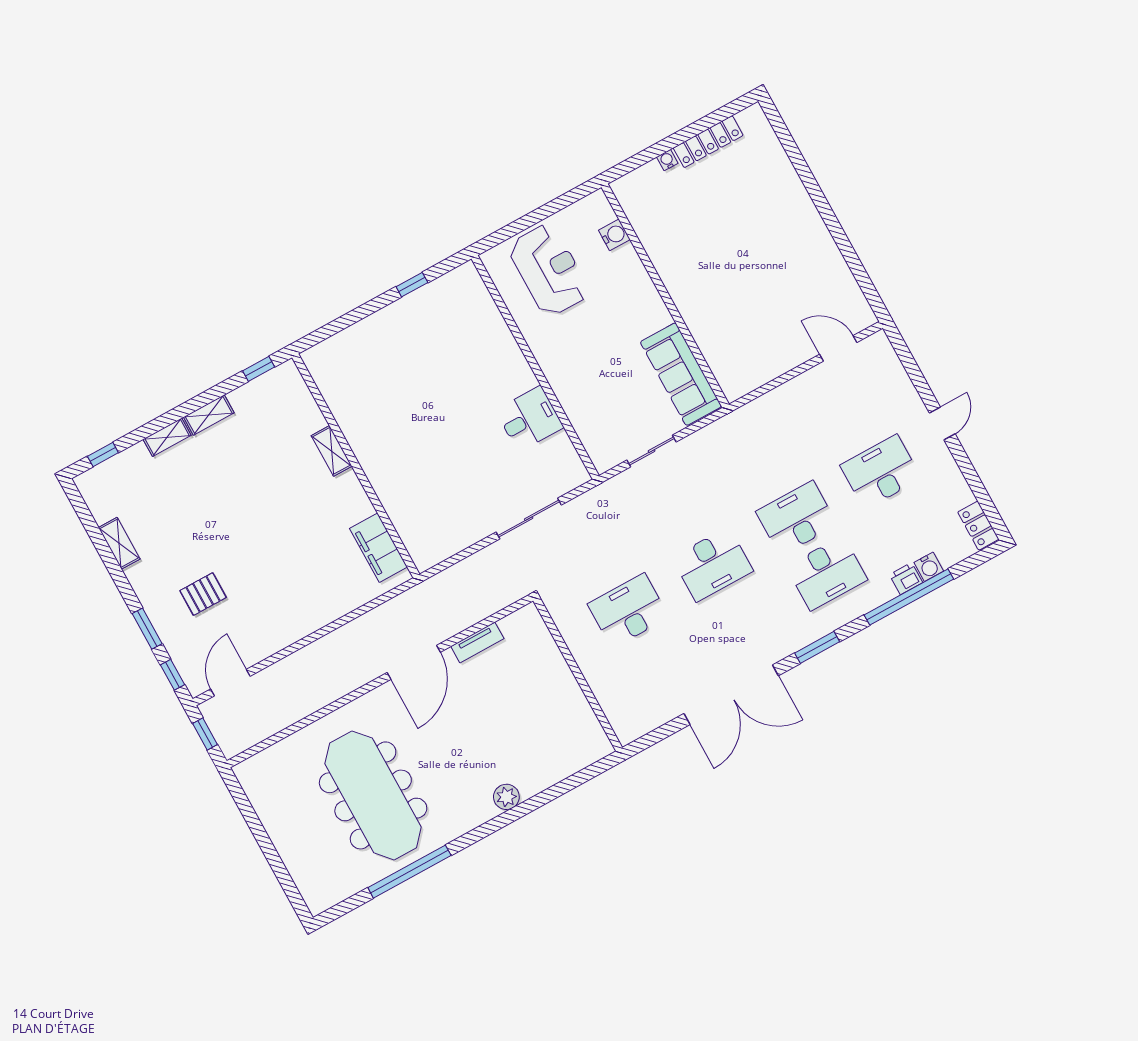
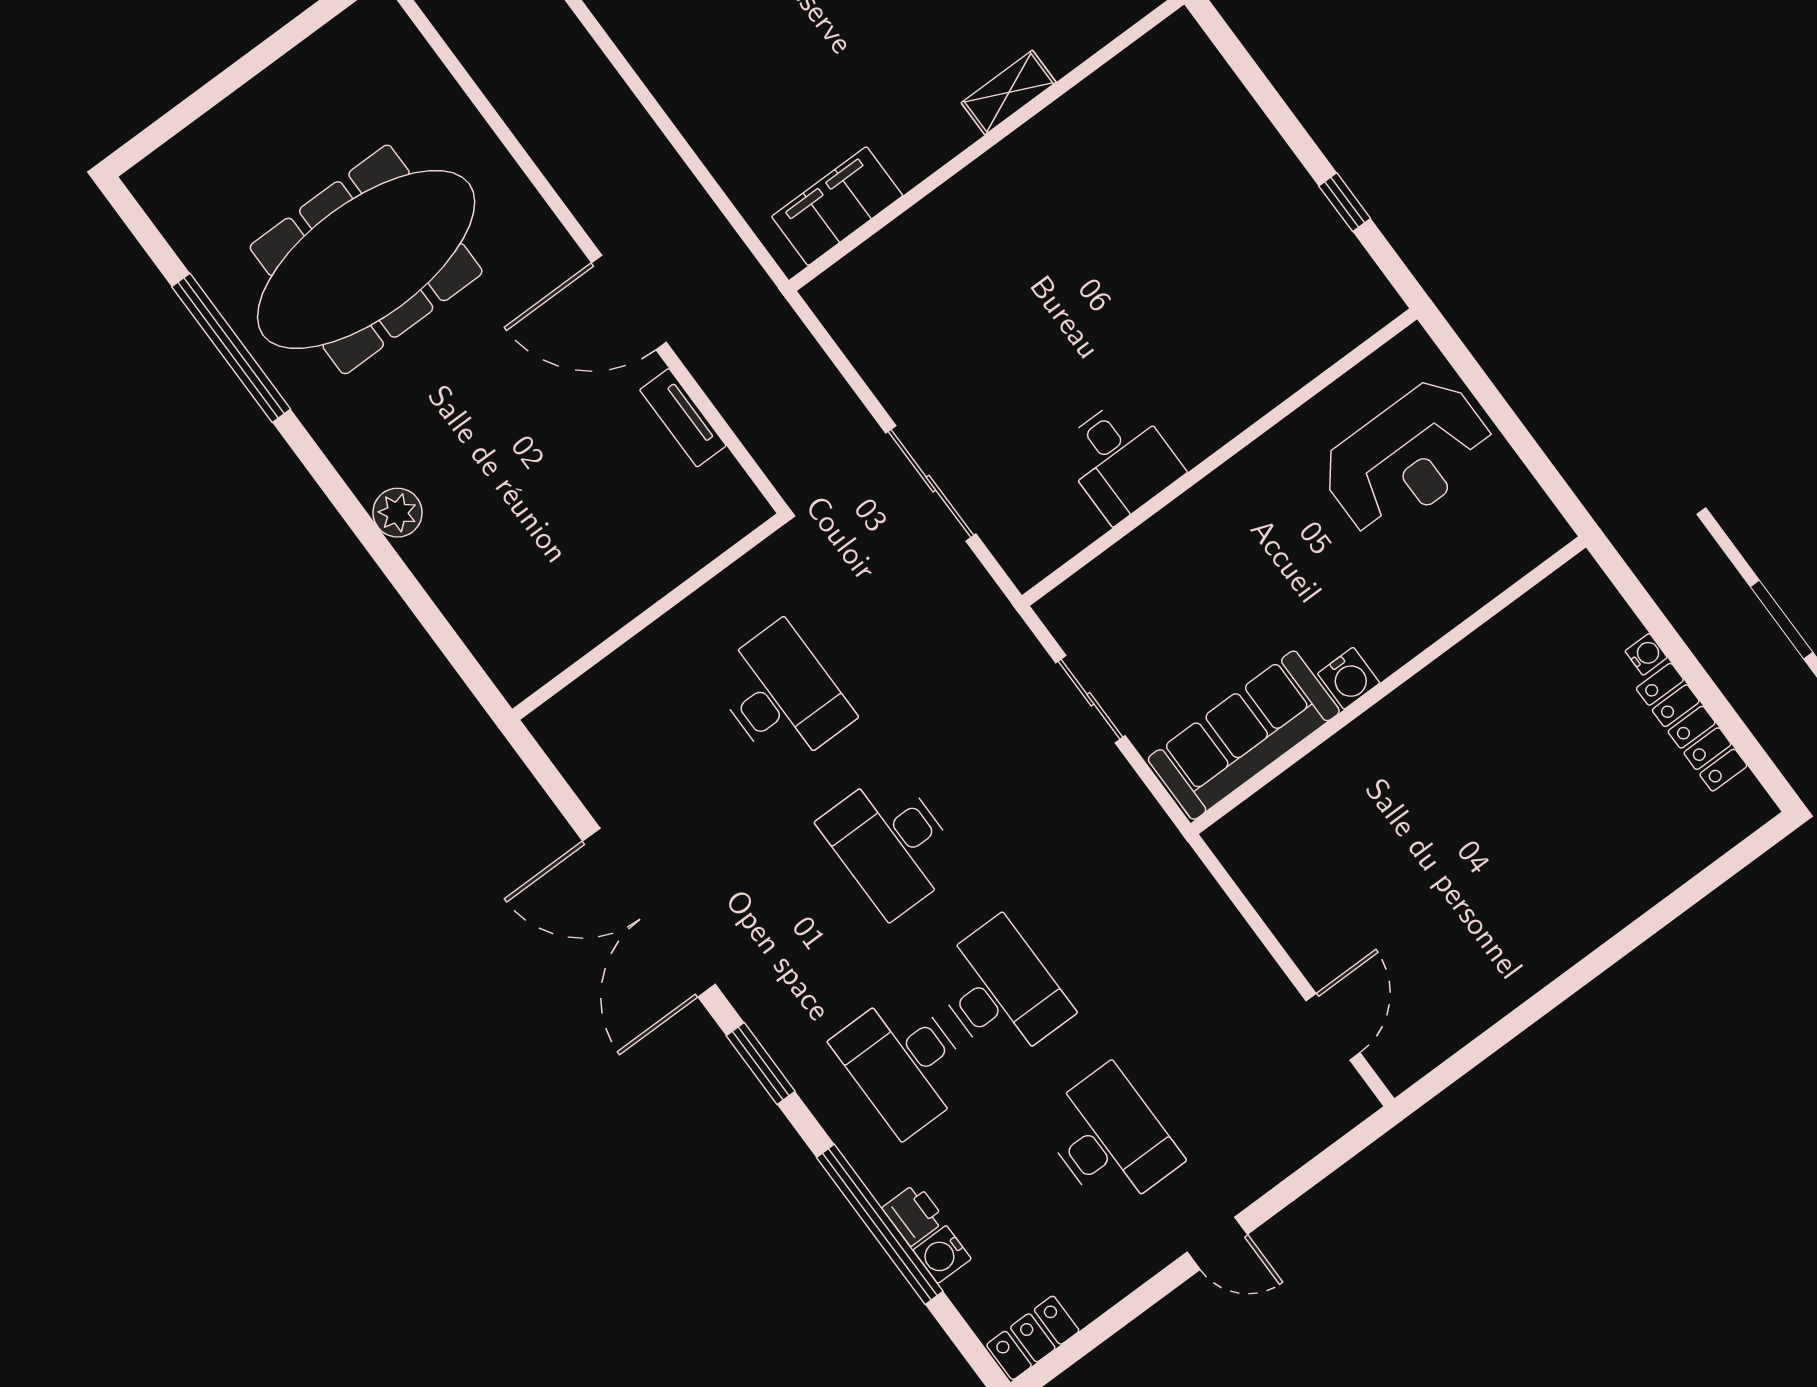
water cooler: (614, 235) -> (1349, 678), moved

